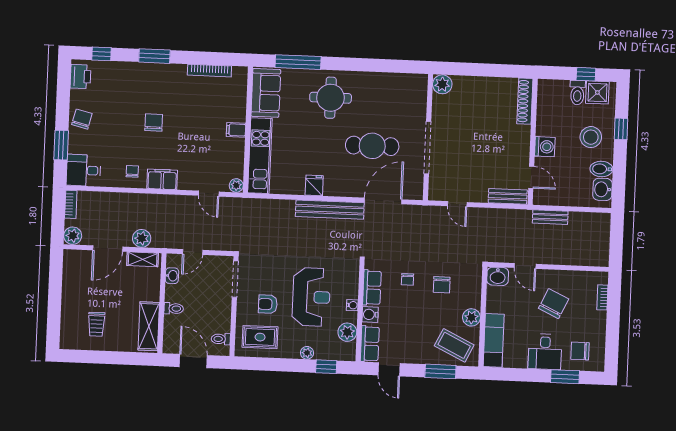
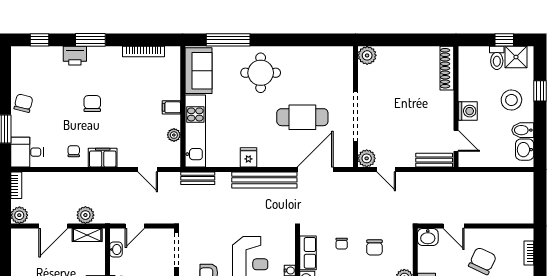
printer: (80, 77) -> (75, 56), moved, turned 90
plant: (236, 185) -> (174, 135), moved
plant: (437, 192) -> (367, 158), added
bench: (550, 217) -> (198, 178), moved

